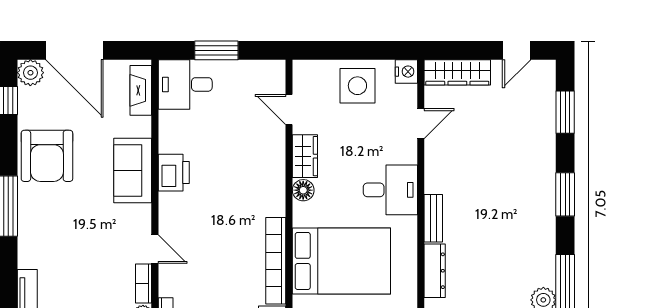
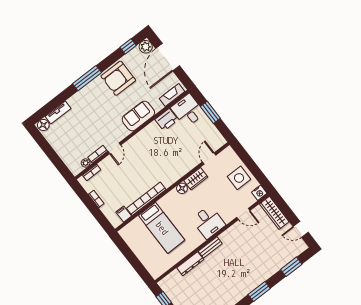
printer: (174, 173) -> (167, 120), moved
bed: (341, 261) -> (162, 228), width x0.67

